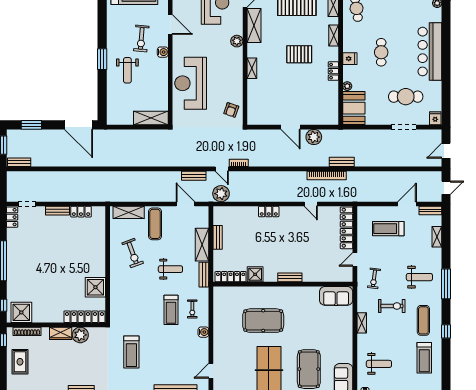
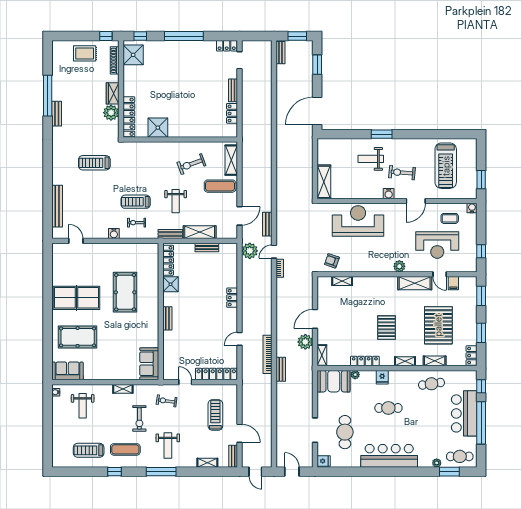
shelving: (252, 68) -> (342, 281), moved
locker: (333, 71) -> (365, 361), width x1.53
shelving: (328, 120) -> (322, 355), added

